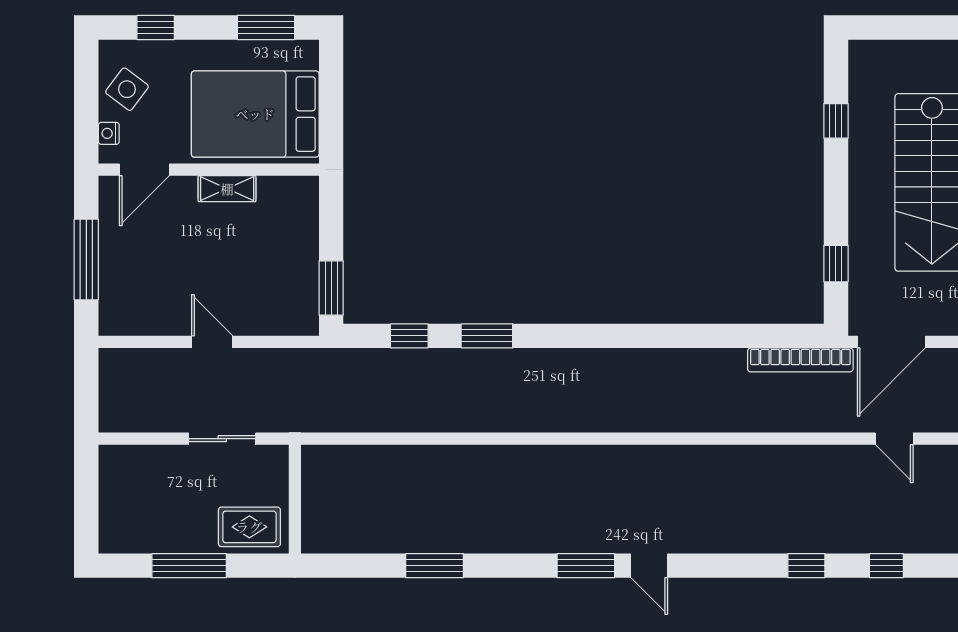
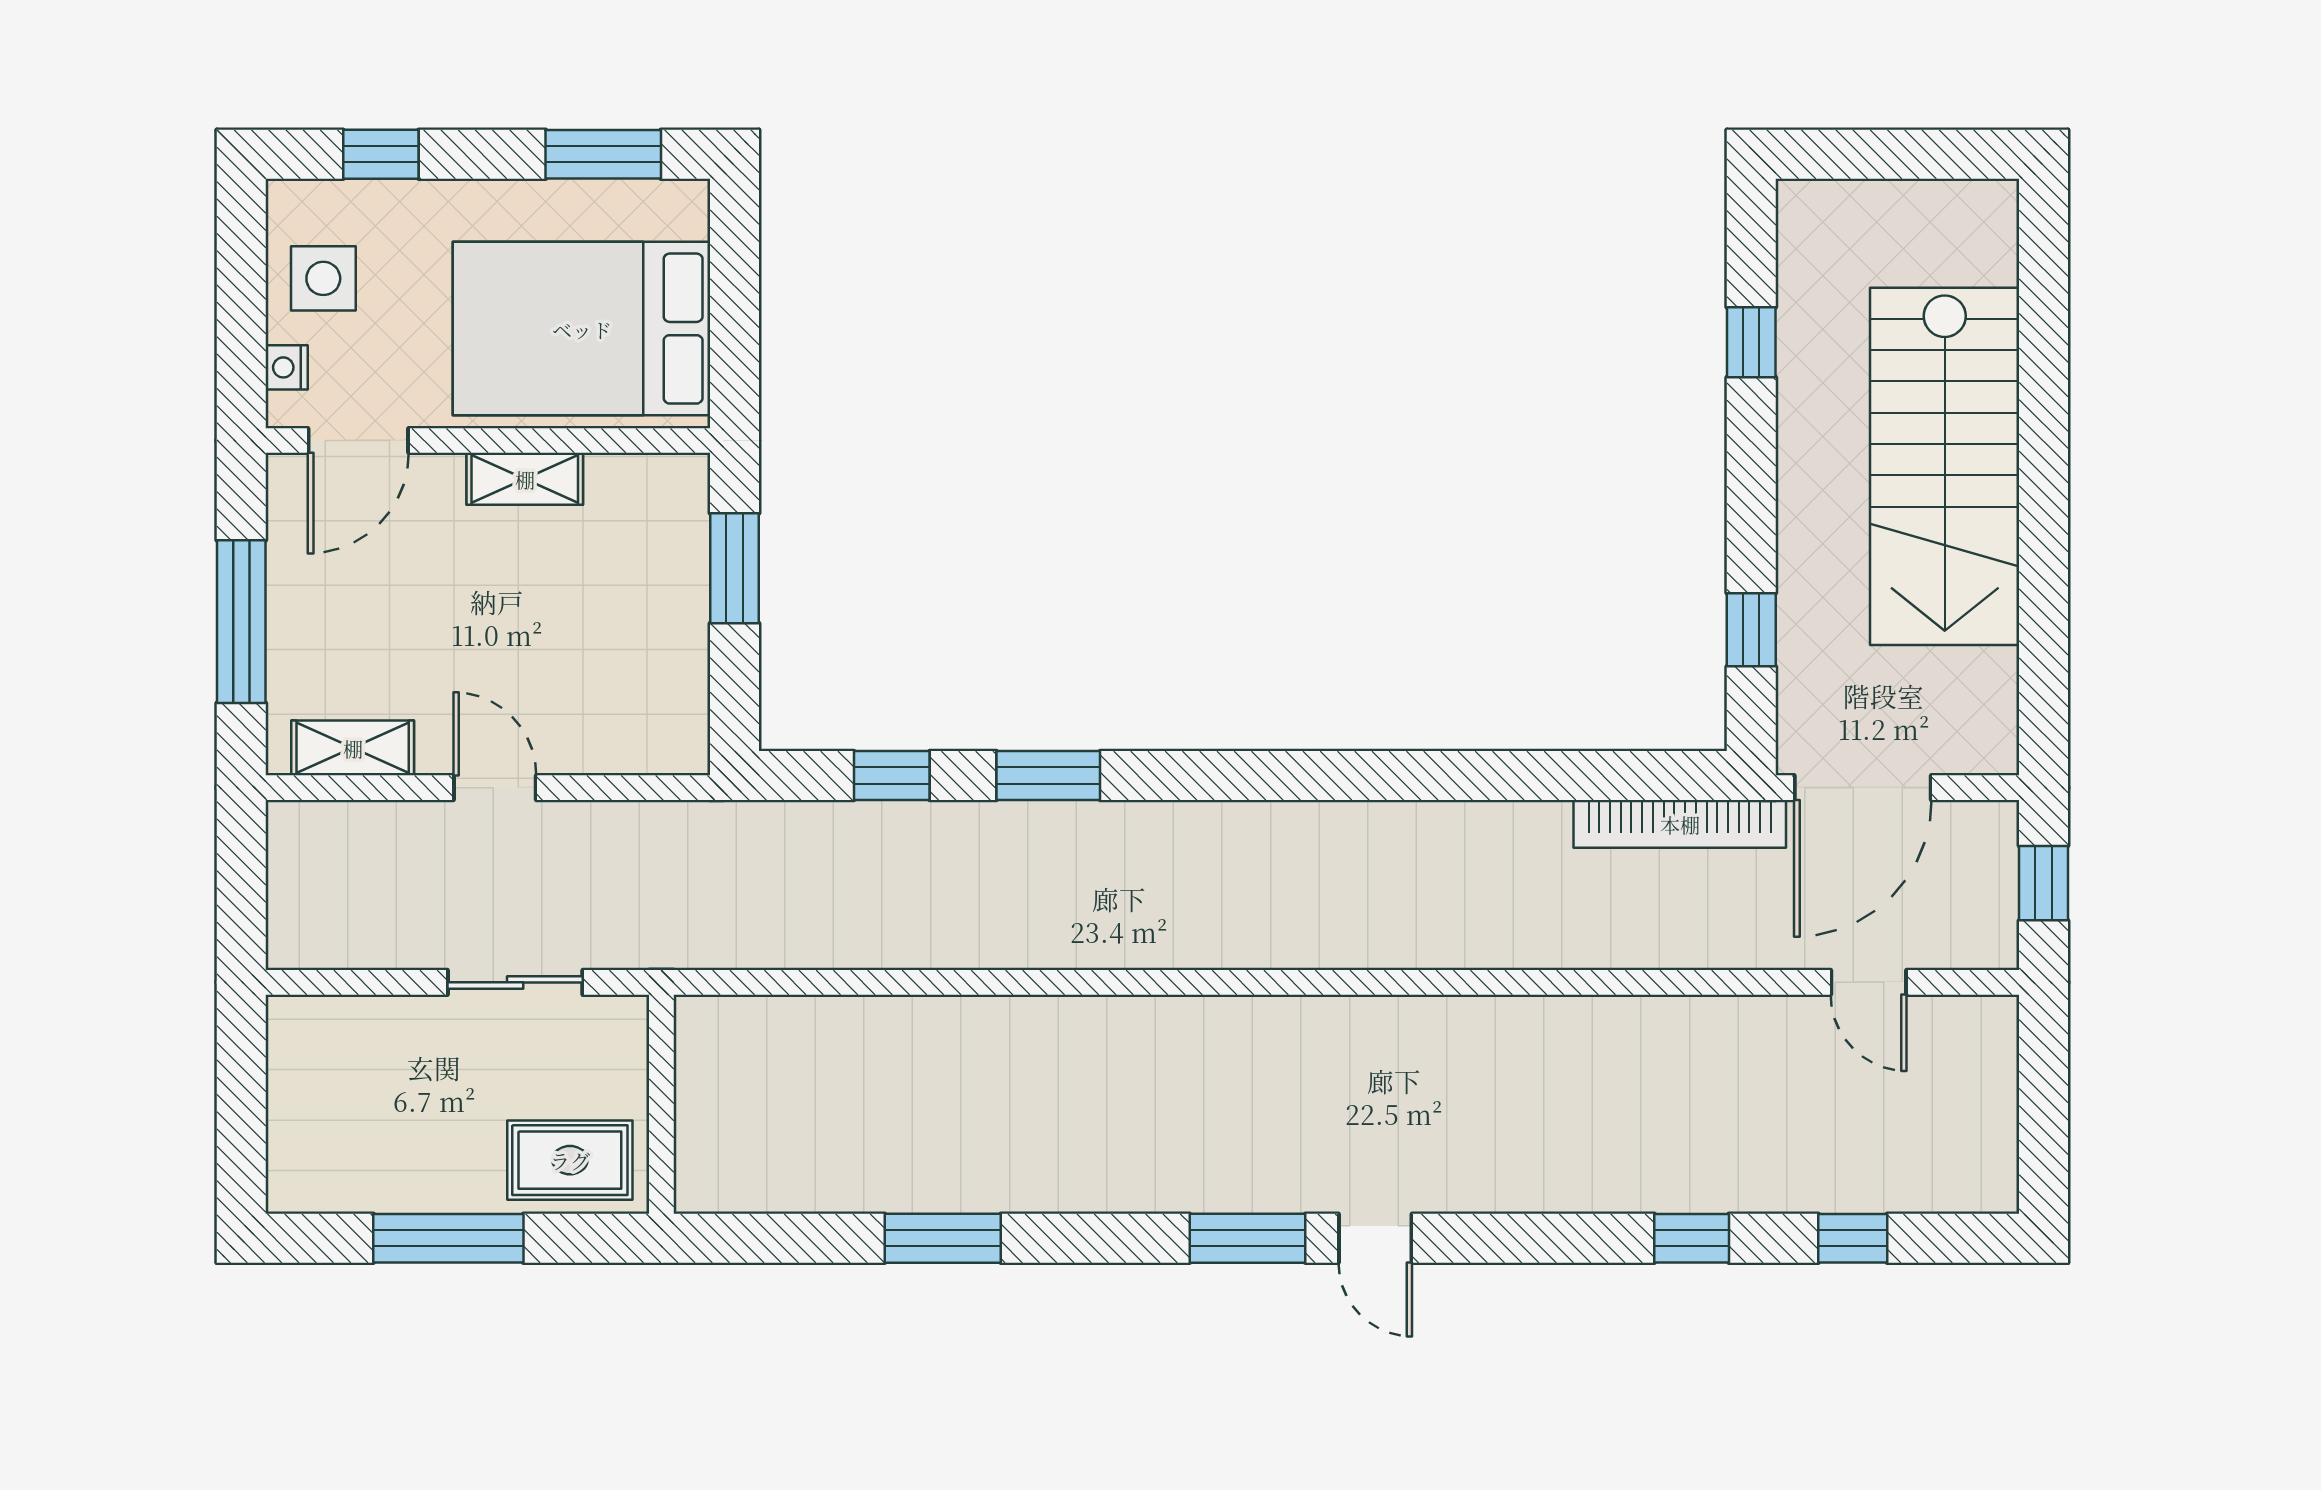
side table: (127, 89) -> (323, 278), turned -37
window: (331, 288) -> (734, 568), moved
shelving: (142, 322) -> (353, 748), added

